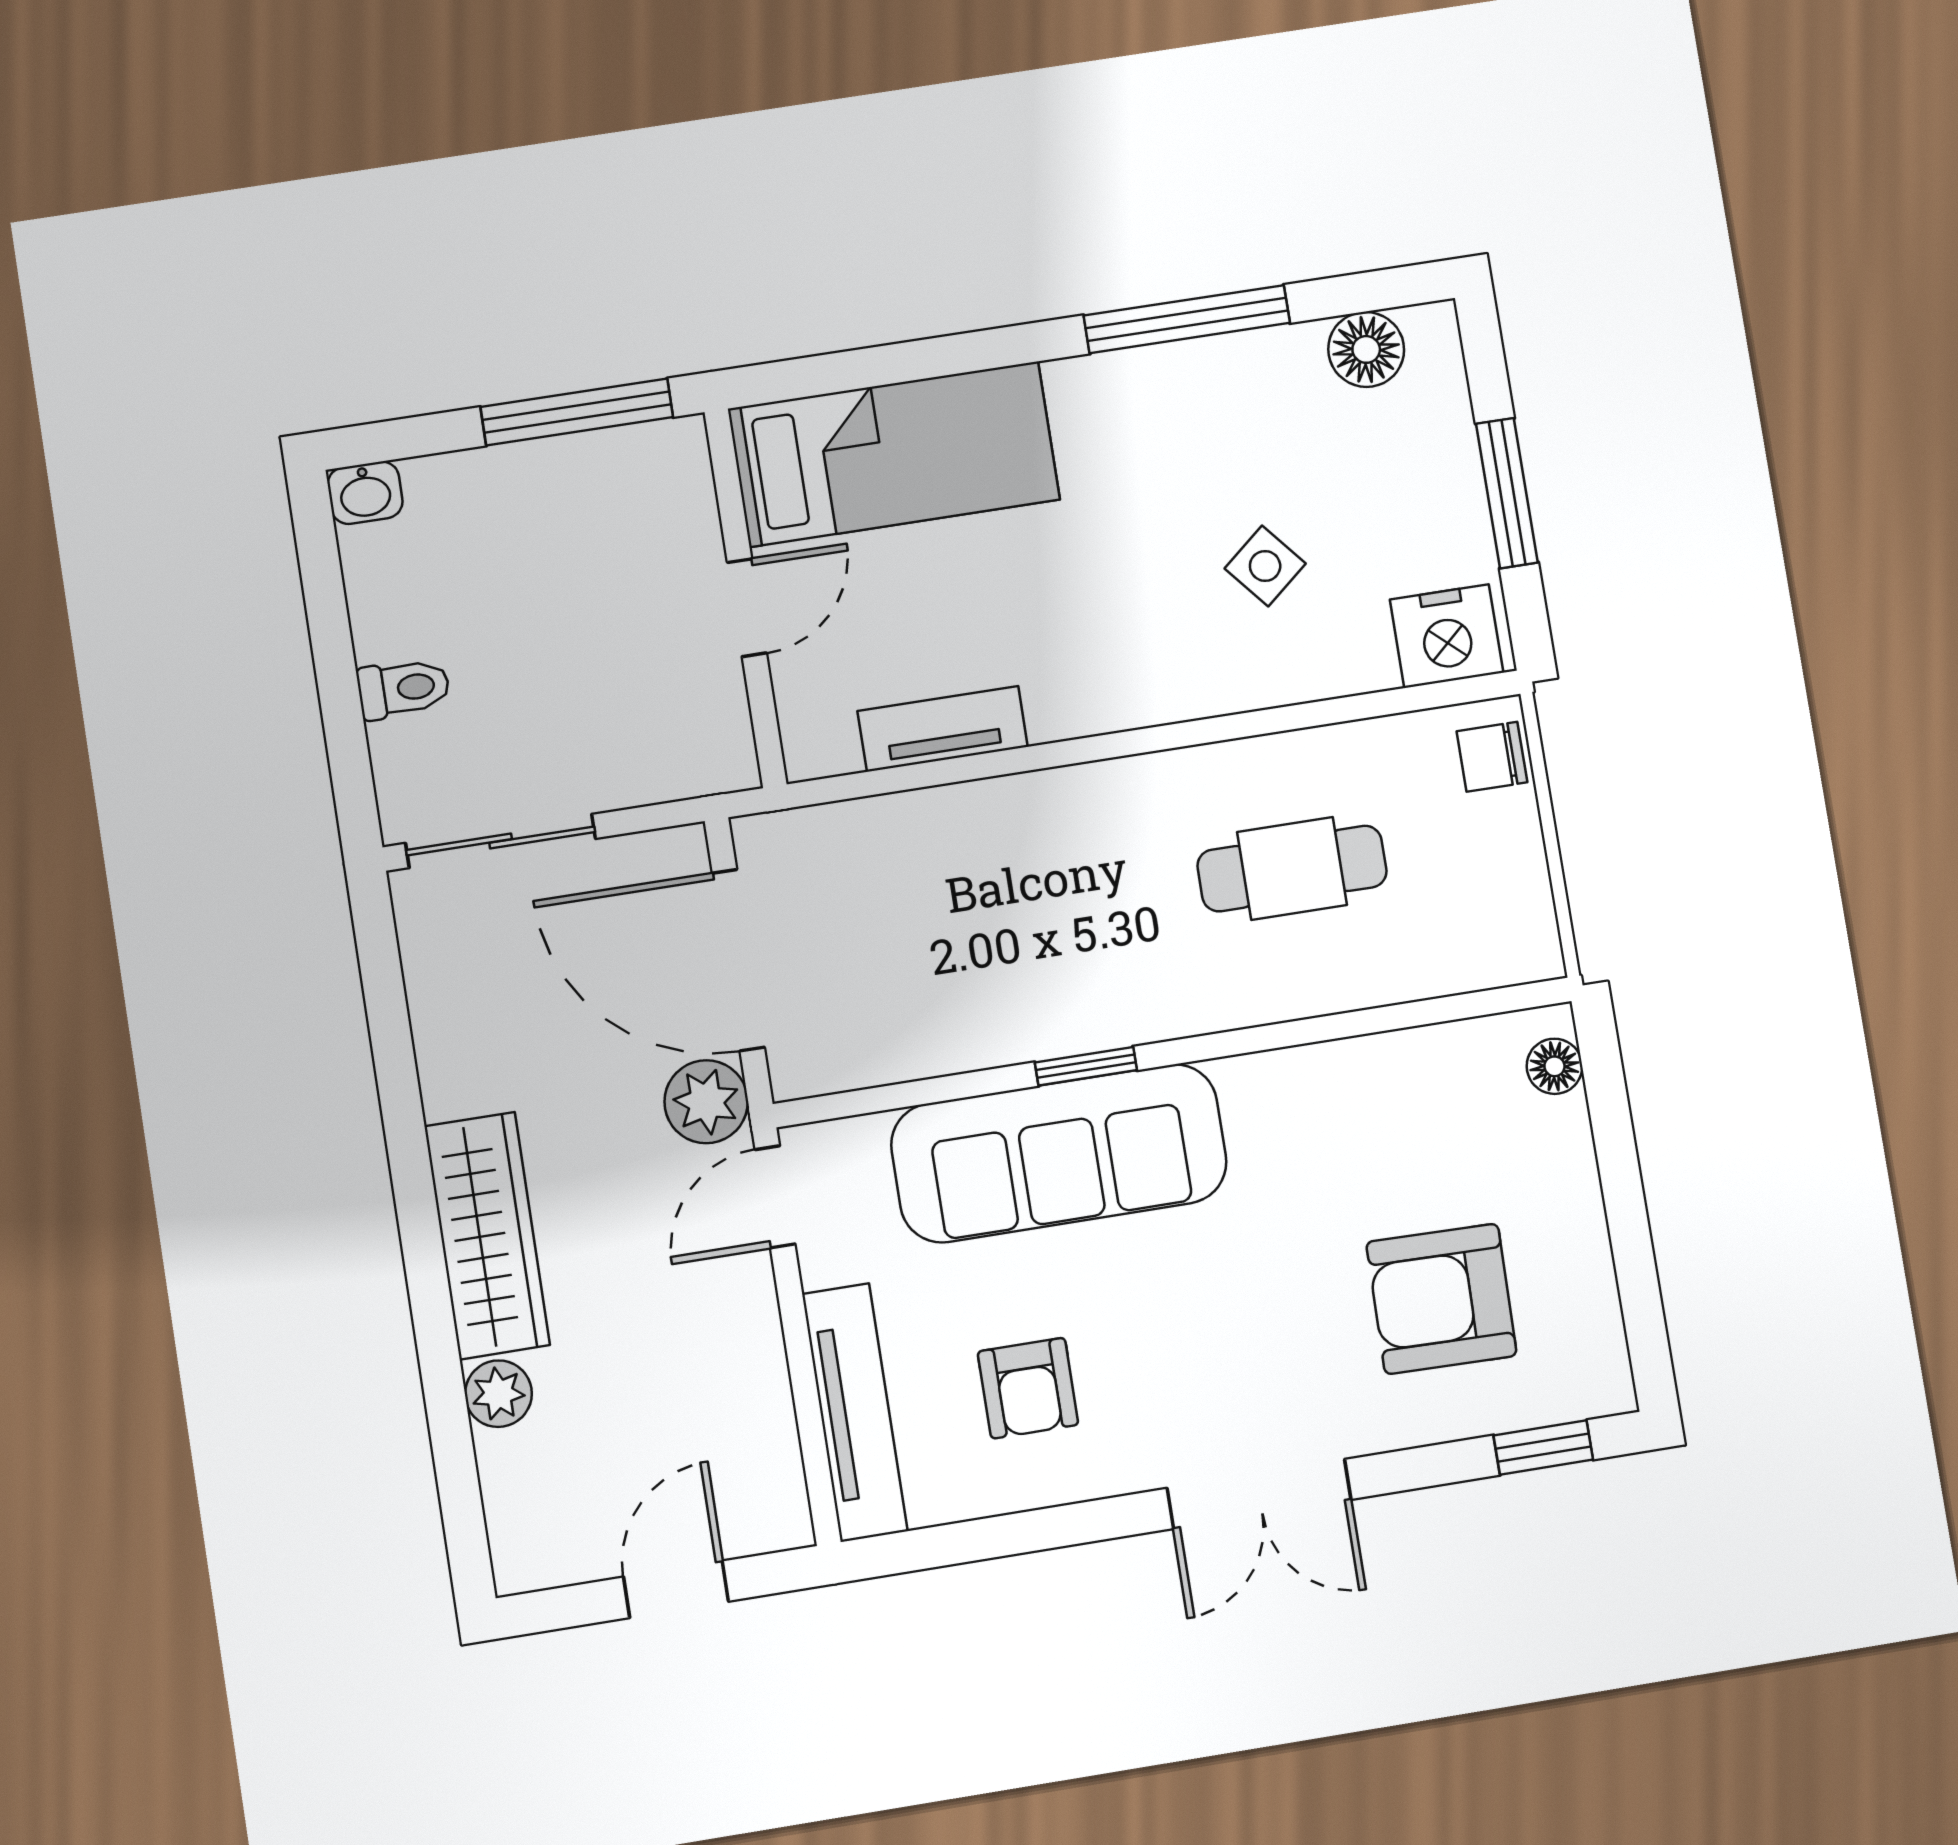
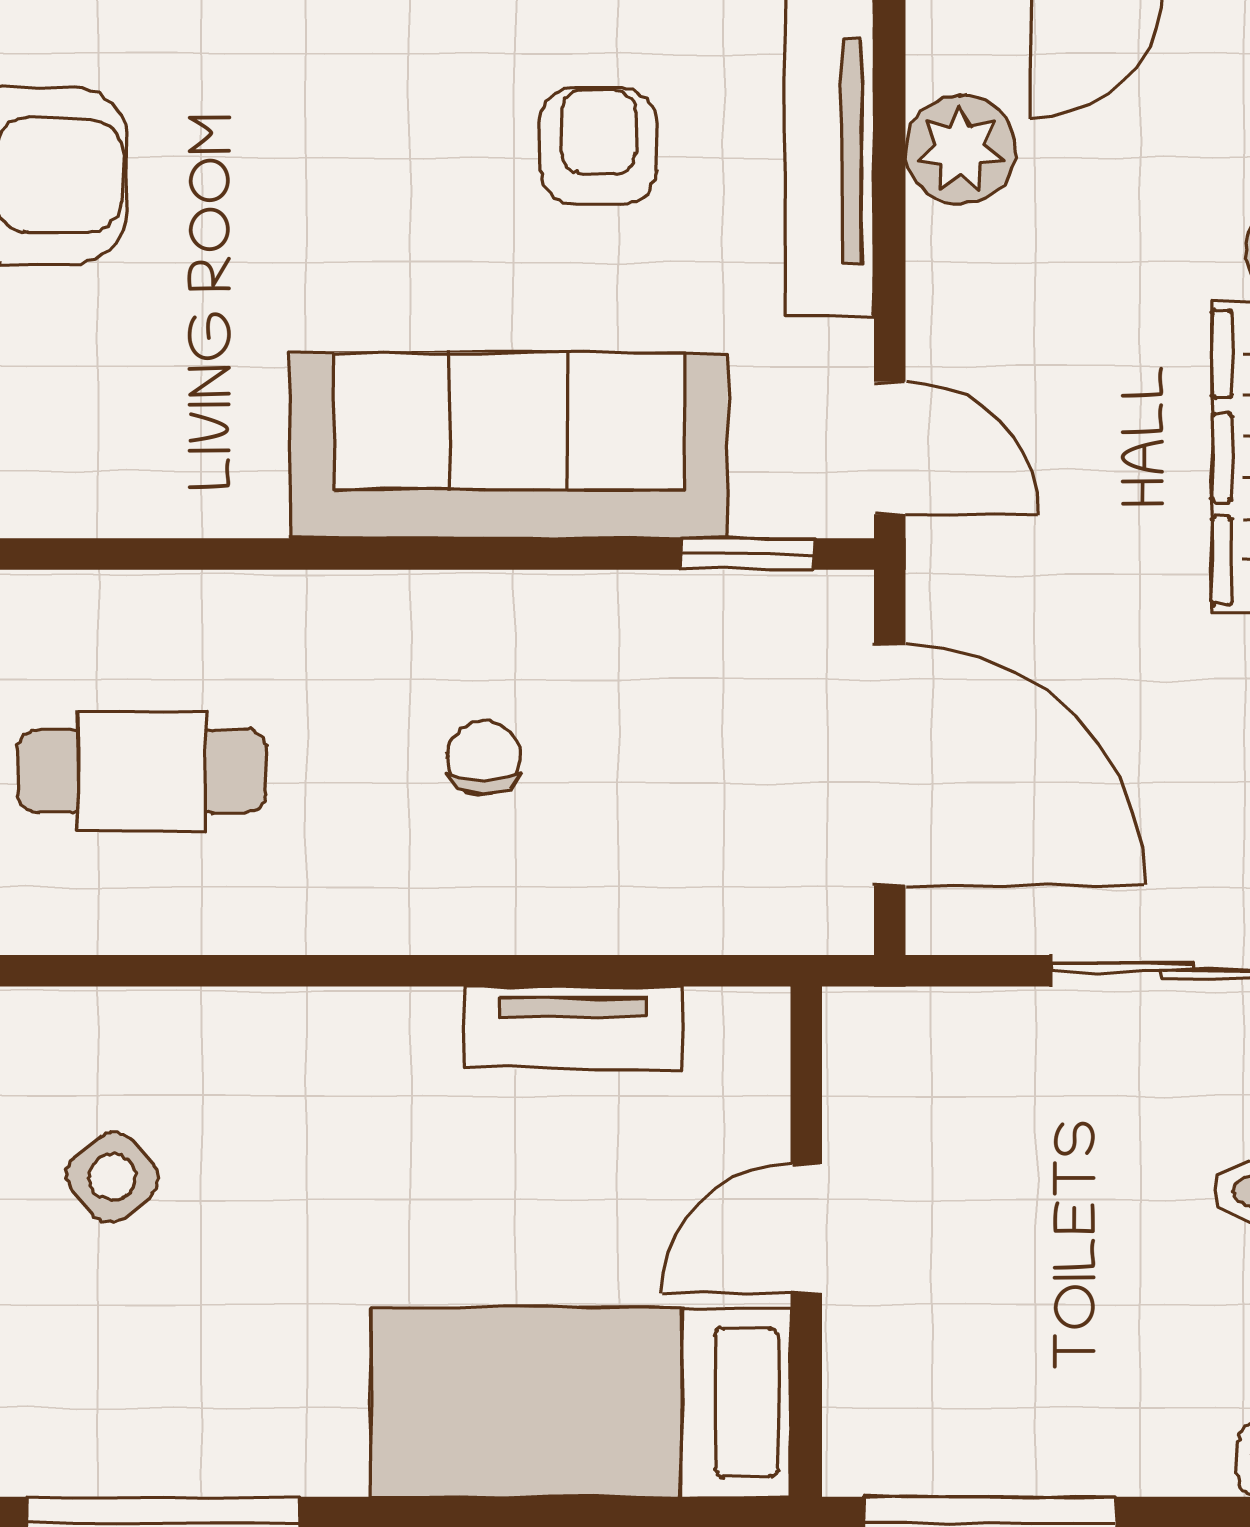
chair: (1041, 918) -> (484, 758), added
window: (1086, 1066) -> (747, 554), moved
plant: (706, 1102) -> (960, 150), moved
door: (775, 1197) -> (890, 448), hinge flipped

